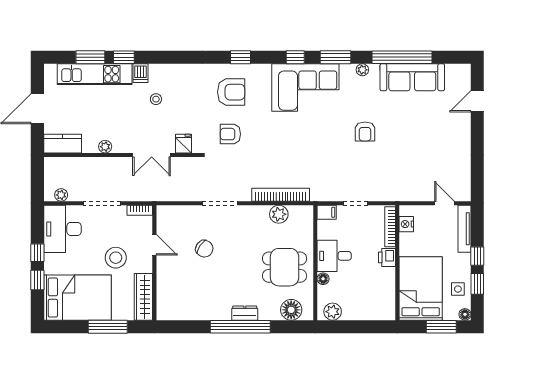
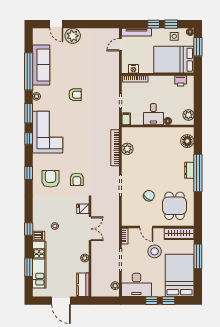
window: (124, 57) -> (29, 229), moved
plant: (459, 127) -> (73, 36), added
door: (154, 245) -> (146, 227), swing flipped
printer: (387, 257) -> (181, 81), moved
dining table: (285, 267) -> (175, 206), moved

